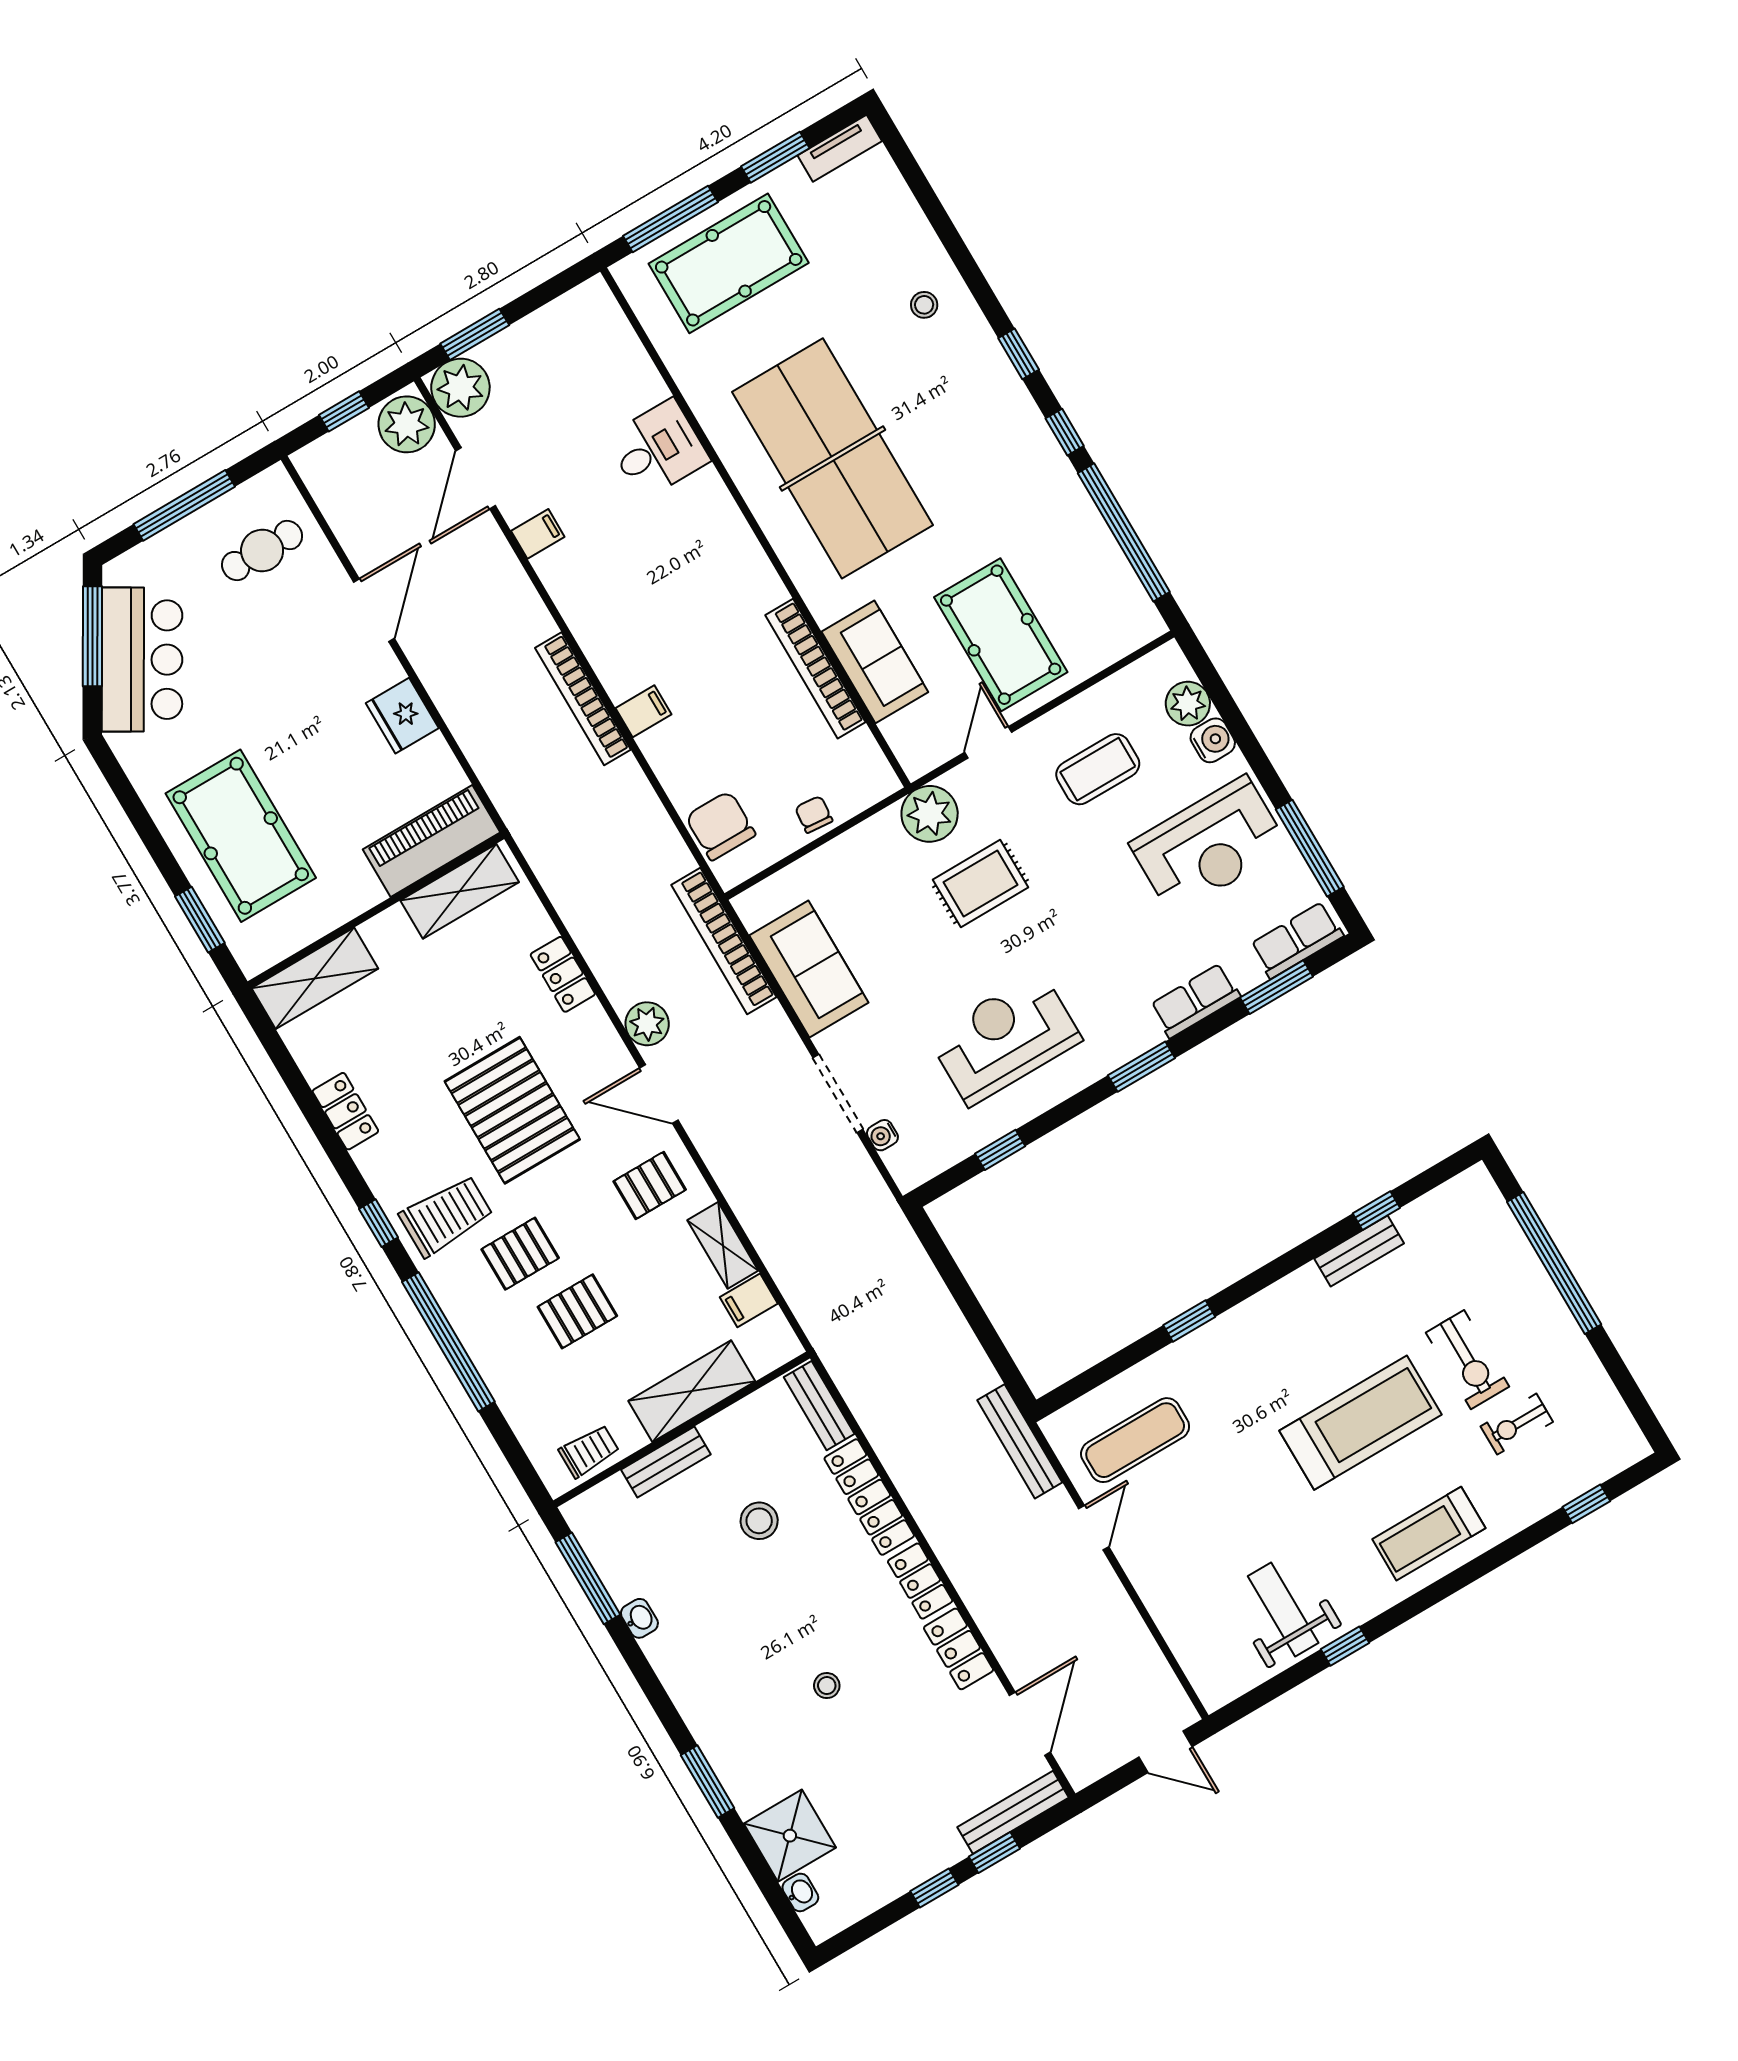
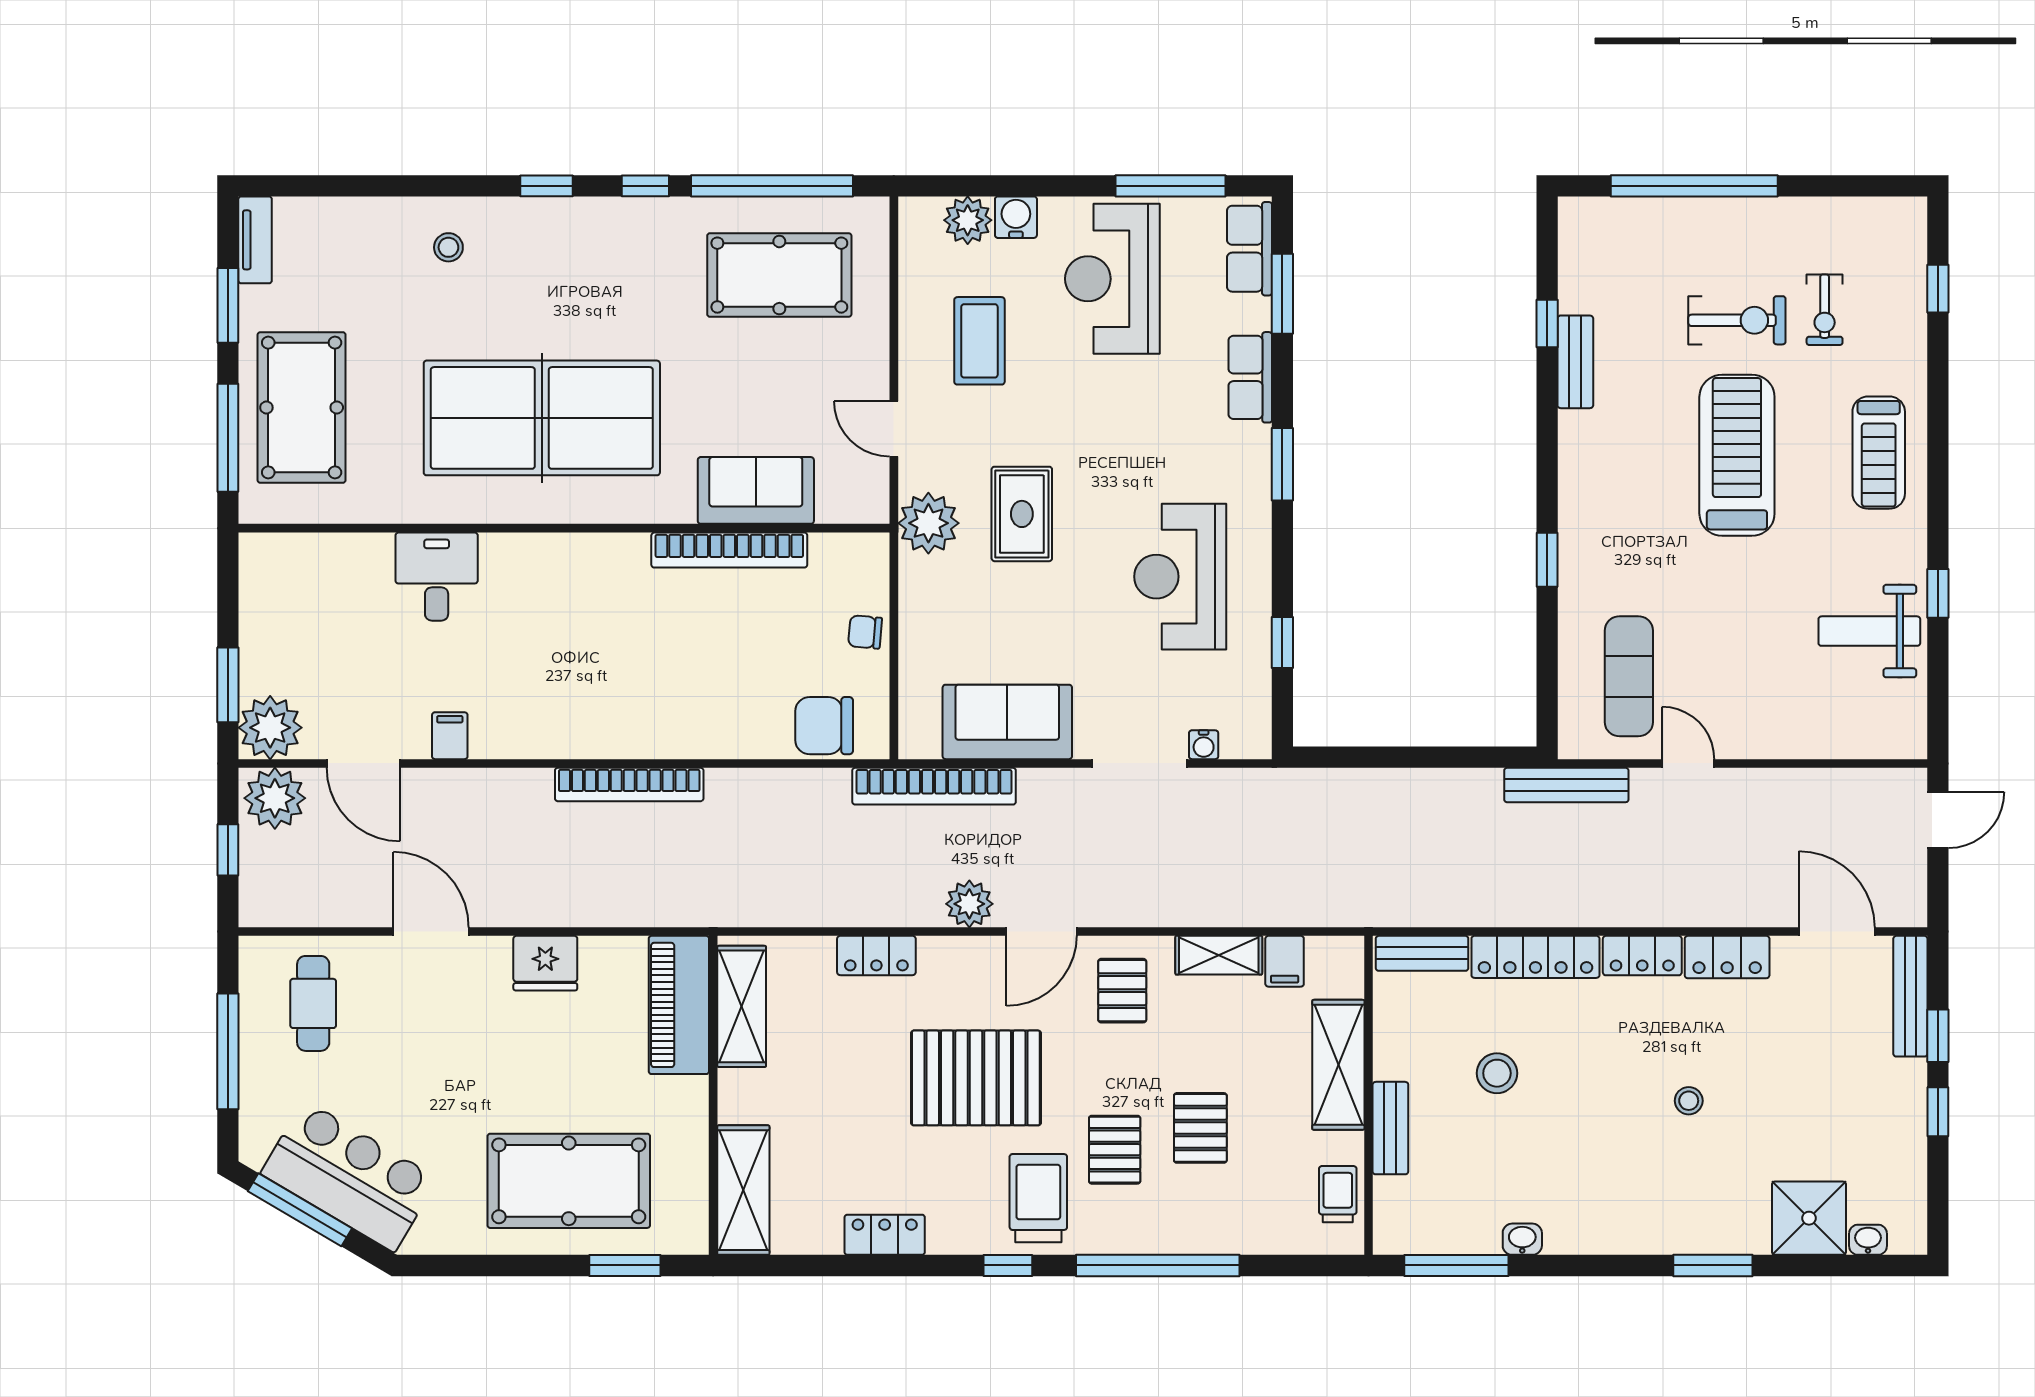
pool table: (1001, 635) -> (779, 275), moved
filing cabinet: (644, 711) -> (674, 735), removed
reception desk: (1209, 846) -> (1112, 279), turned 180

